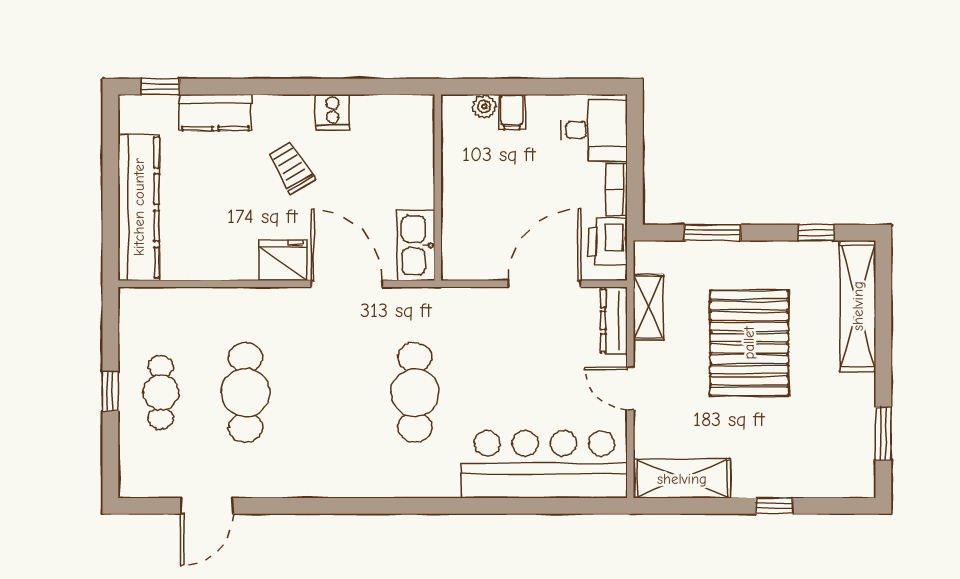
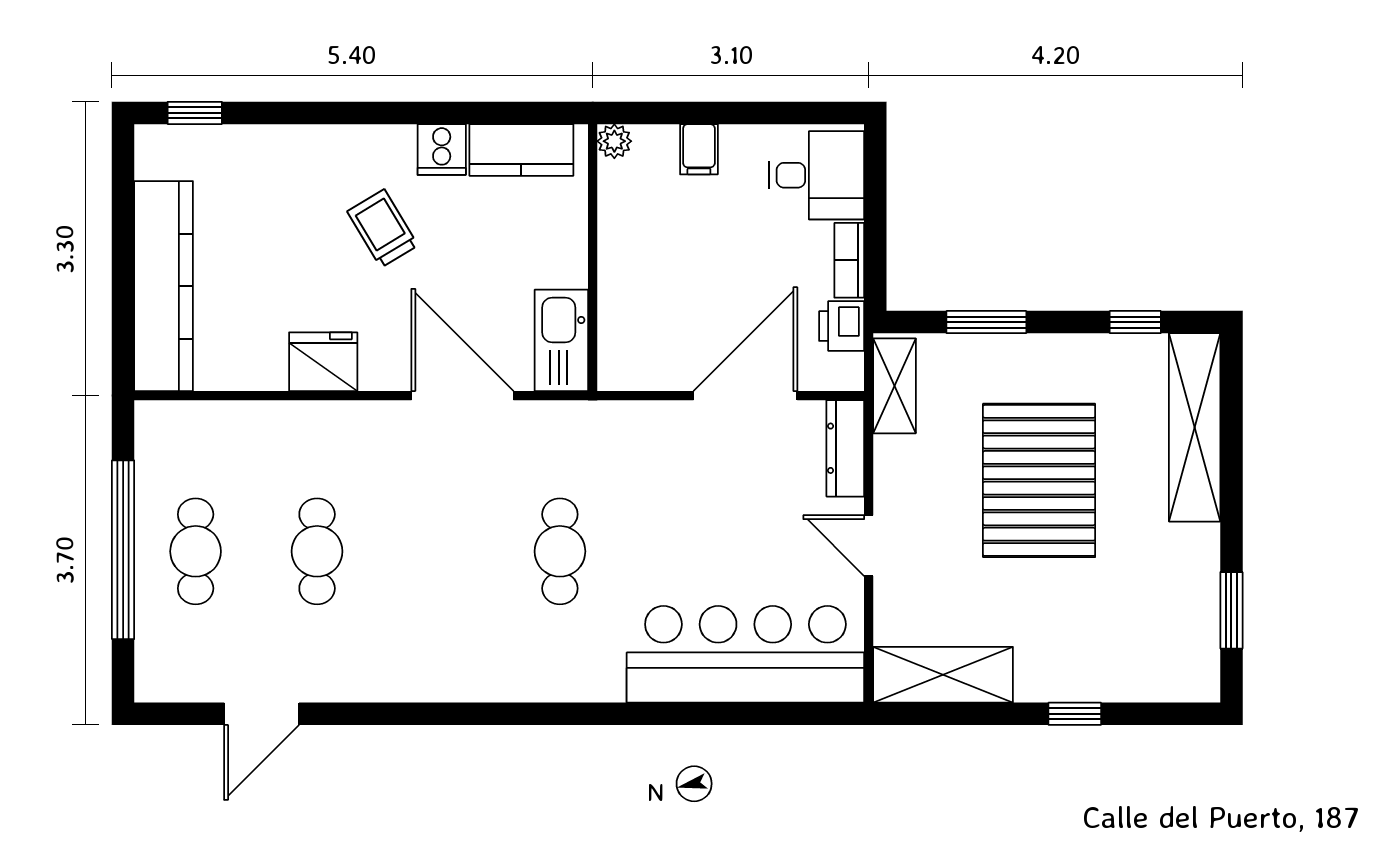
plant: (484, 106) -> (614, 141), moved
kitchen counter: (215, 113) -> (521, 150), moved
printer: (608, 242) -> (842, 326), width x0.73, depth x0.81
fridge: (283, 260) -> (323, 362), moved
shelving: (648, 307) -> (894, 386), moved
window: (110, 391) -> (123, 550), width x3.17
cafe table: (246, 392) -> (317, 551), width x0.73, depth x0.74
cafe table: (415, 392) -> (560, 551), width x0.73, depth x0.74

